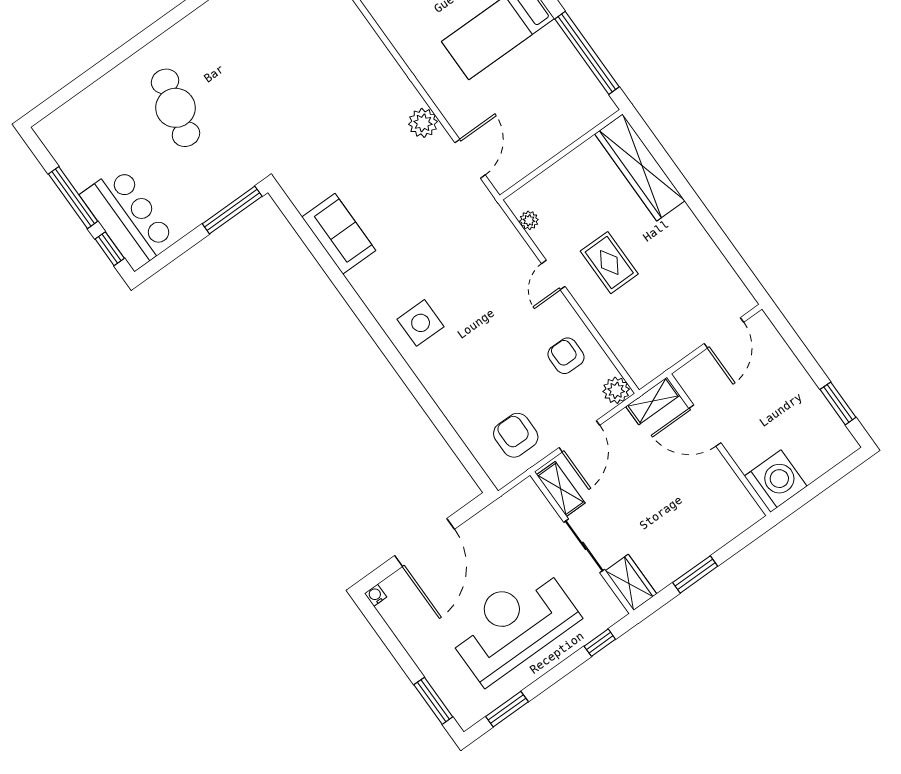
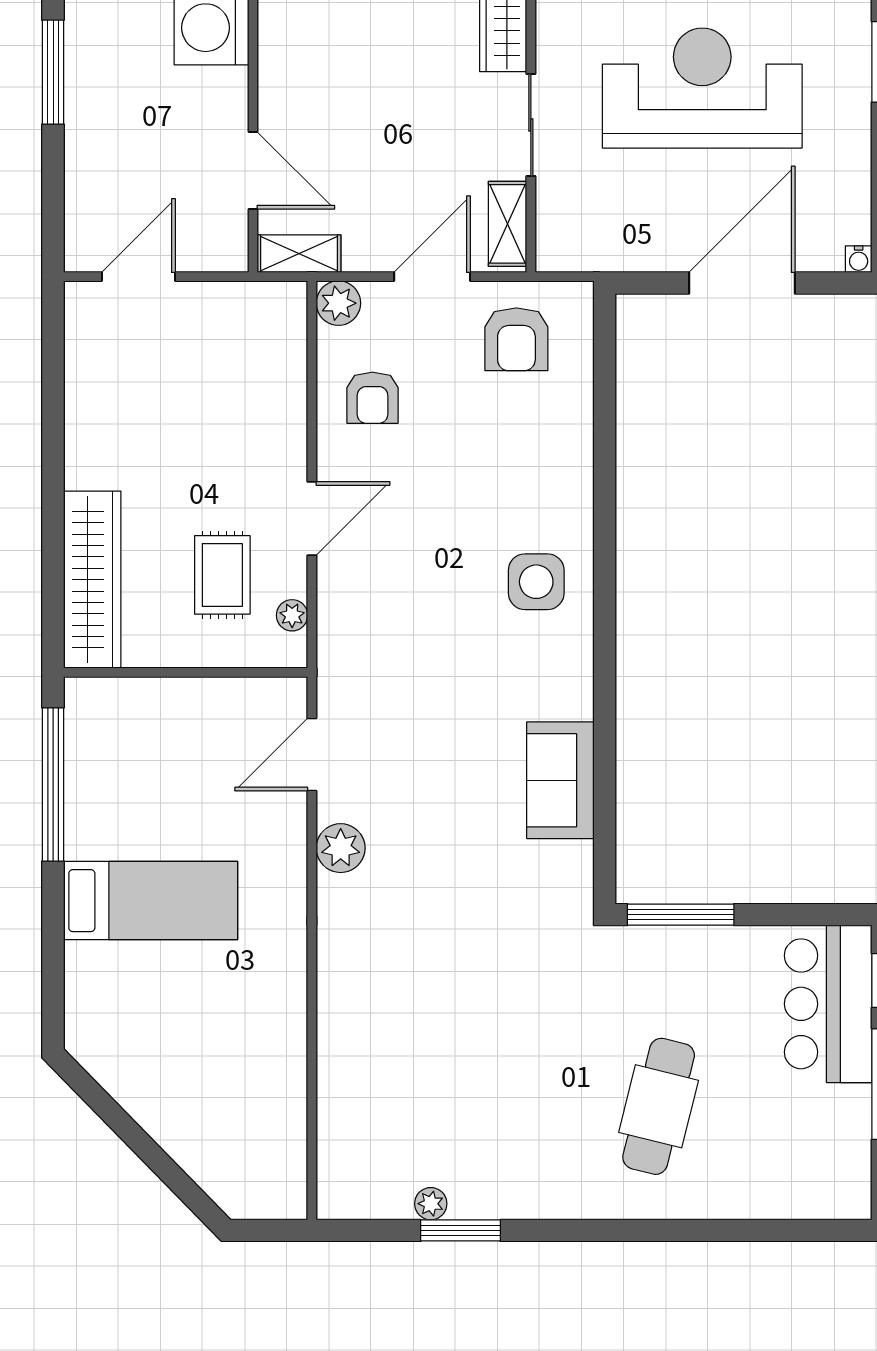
rug: (609, 263) -> (222, 575), moved
door: (553, 275) -> (312, 518), width x1.38
window: (838, 403) -> (53, 72), width x1.44
reception desk: (513, 624) -> (702, 88), turned 180

